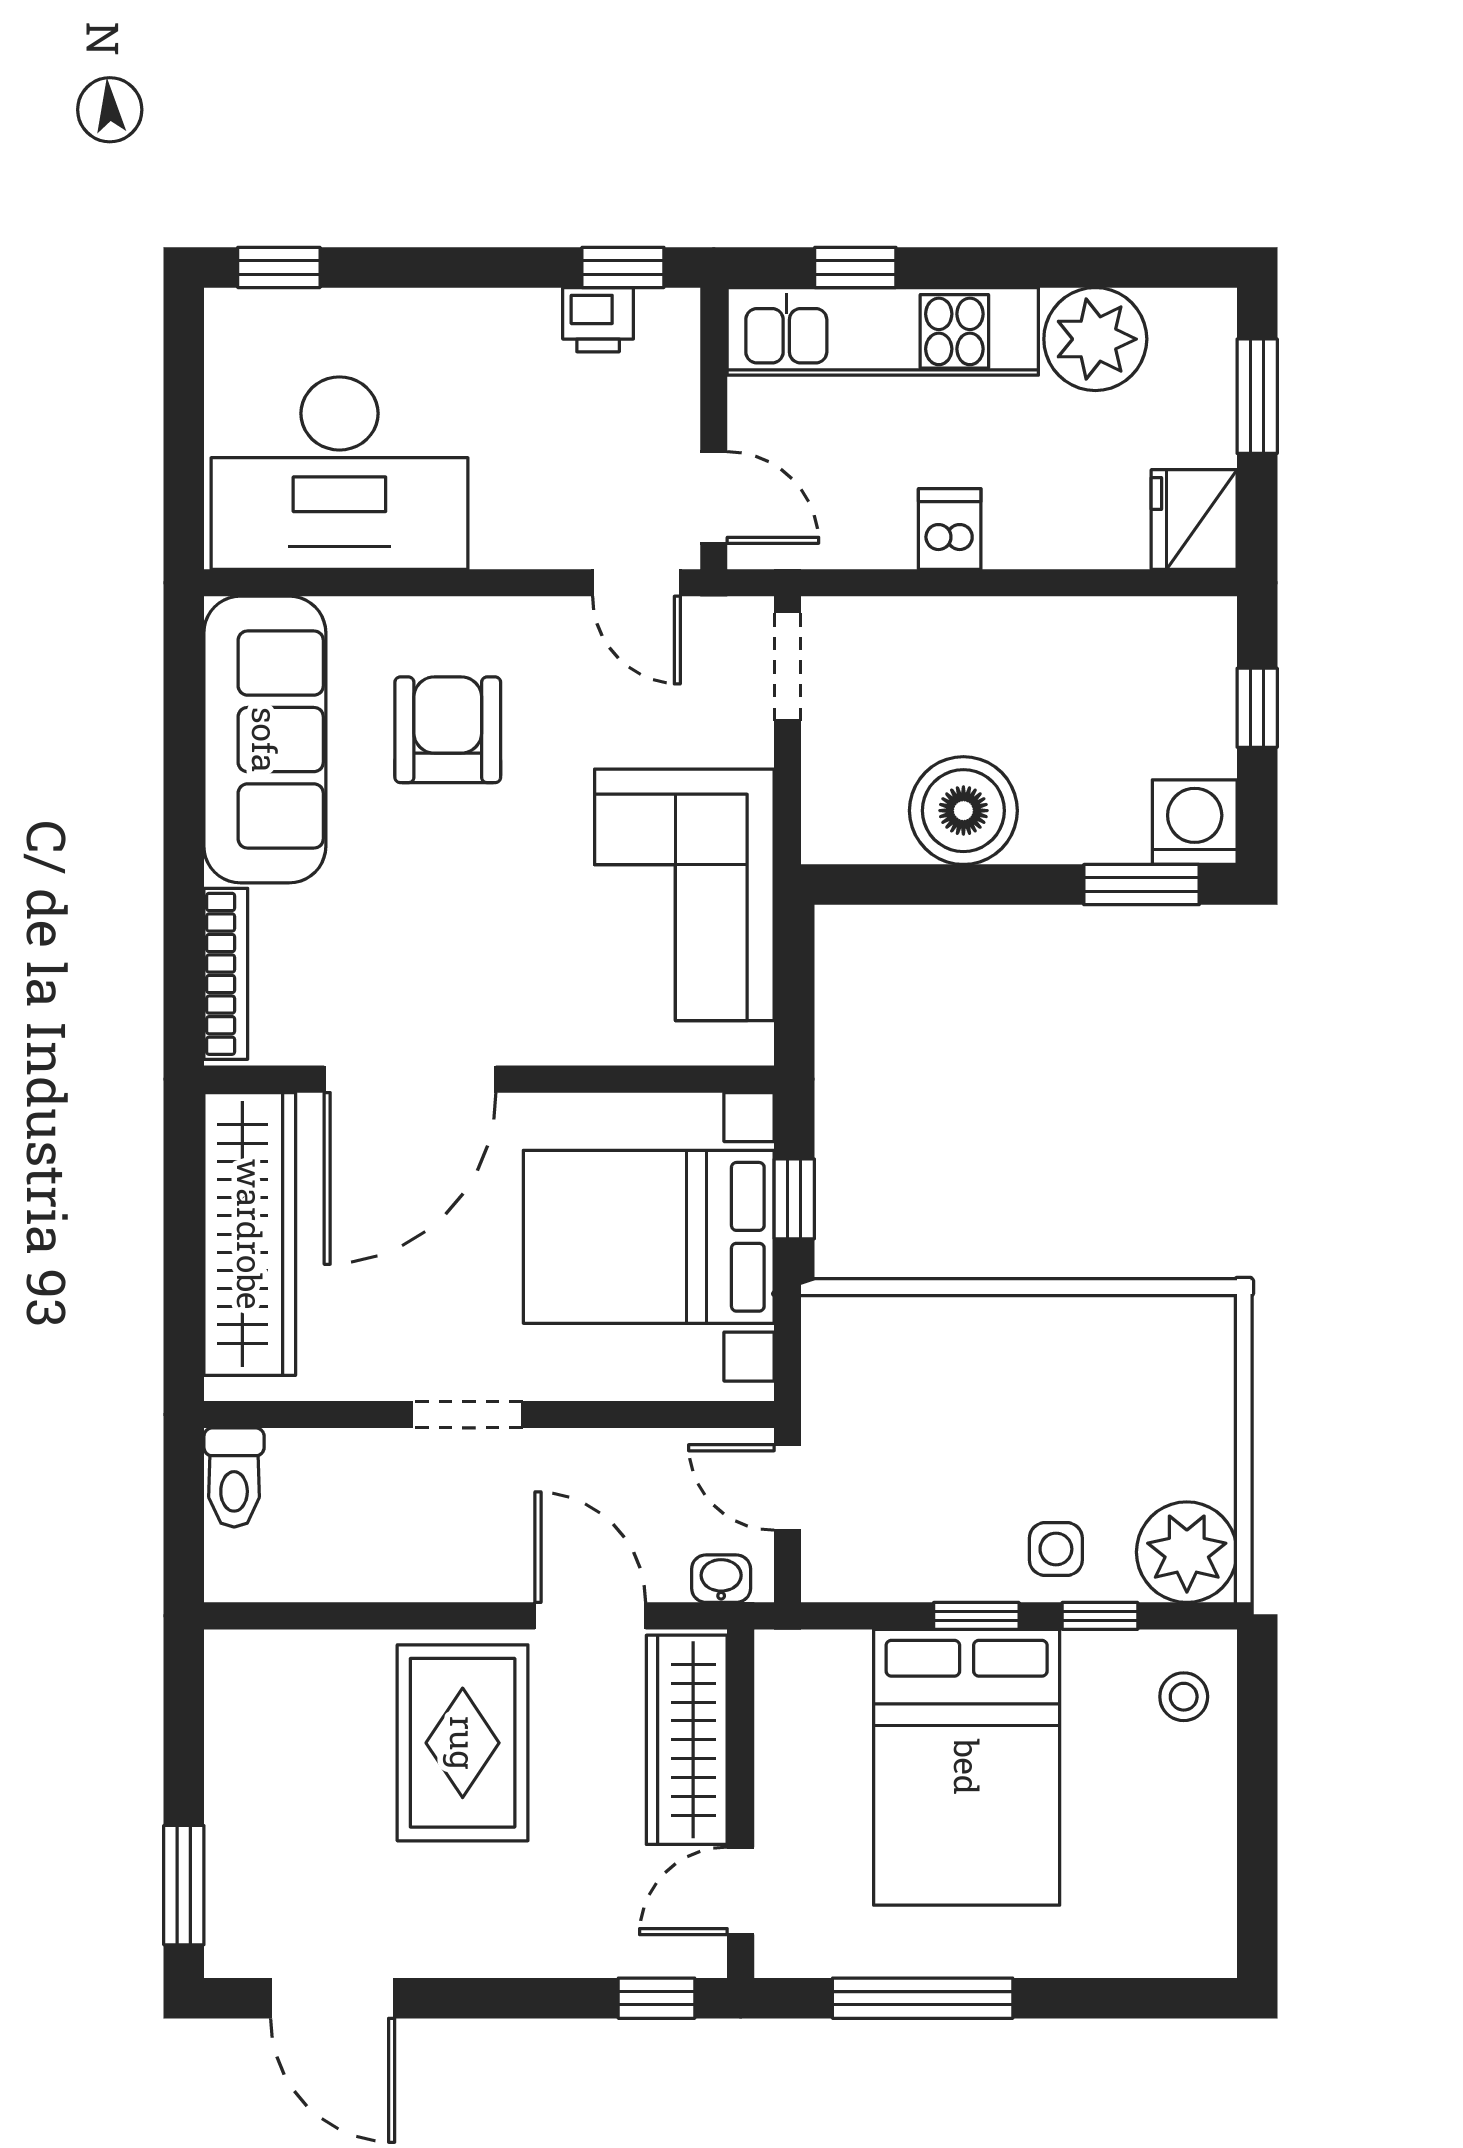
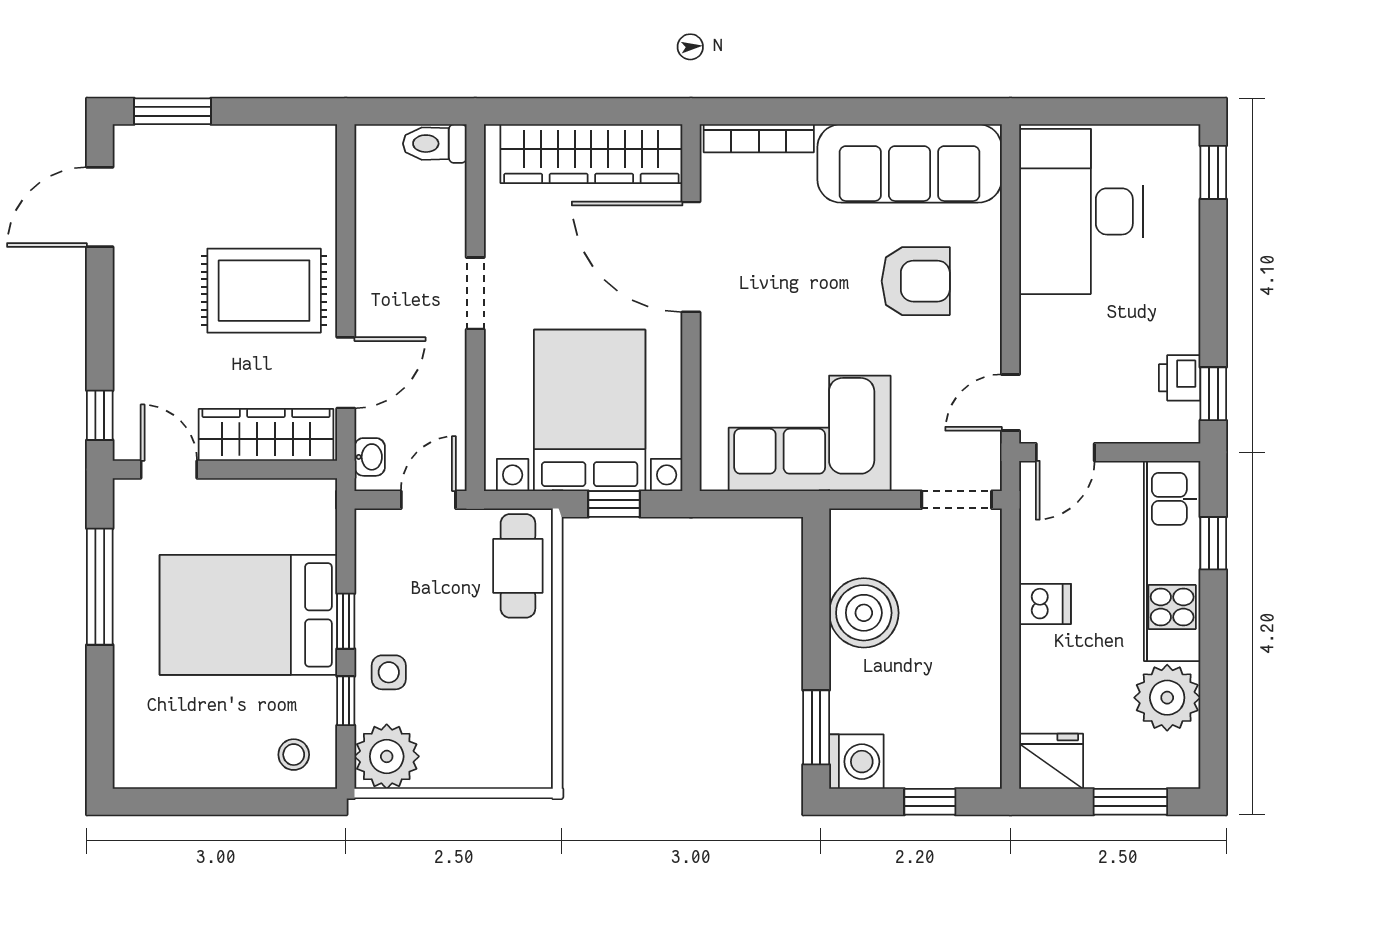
cafe table: (890, 1348) -> (518, 566), added

